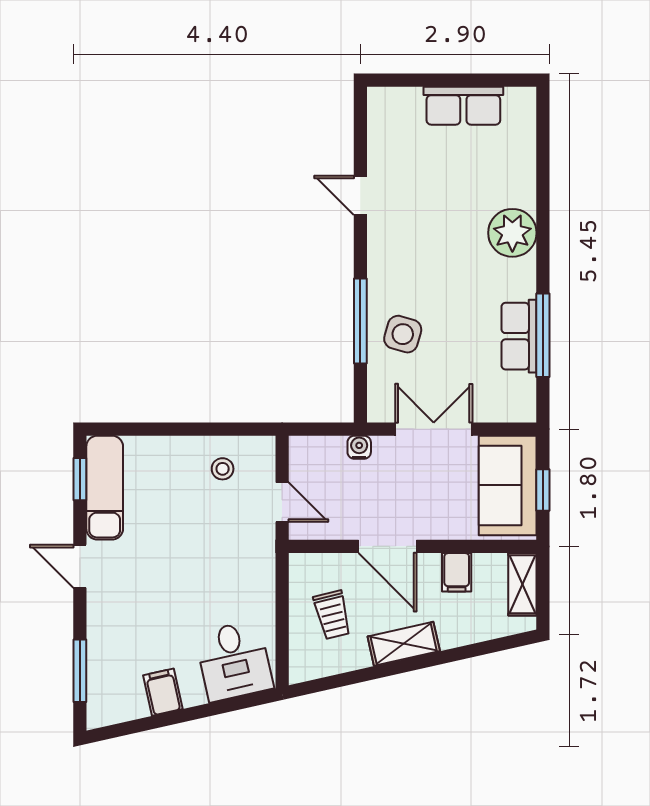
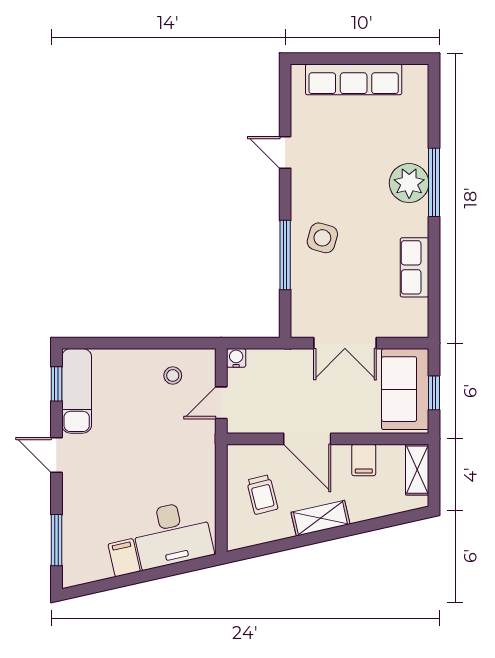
row of seats: (463, 106) -> (354, 79), width x1.48
side table: (403, 334) -> (322, 238), moved
window: (543, 335) -> (434, 182), moved
double door: (434, 429) -> (345, 343), swing flipped
water cooler: (359, 447) -> (236, 358), moved
door: (282, 502) -> (221, 403), swing flipped
desk: (234, 661) -> (172, 534), width x1.37

